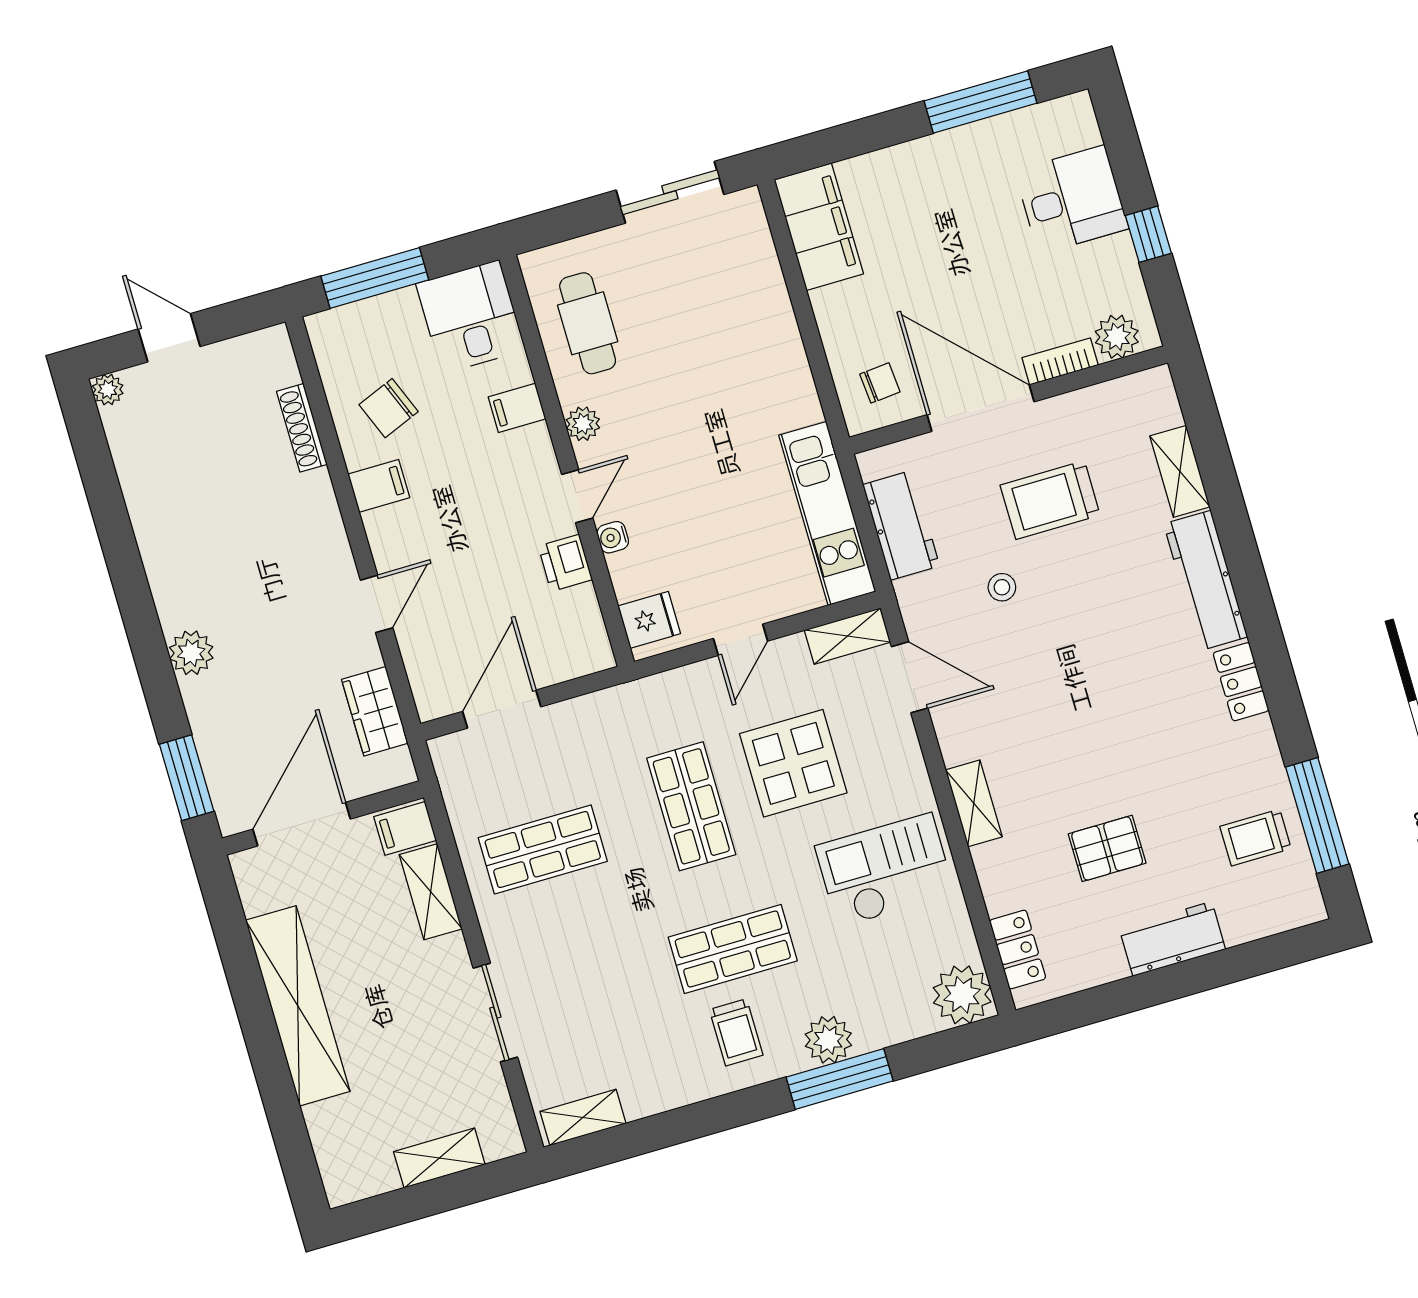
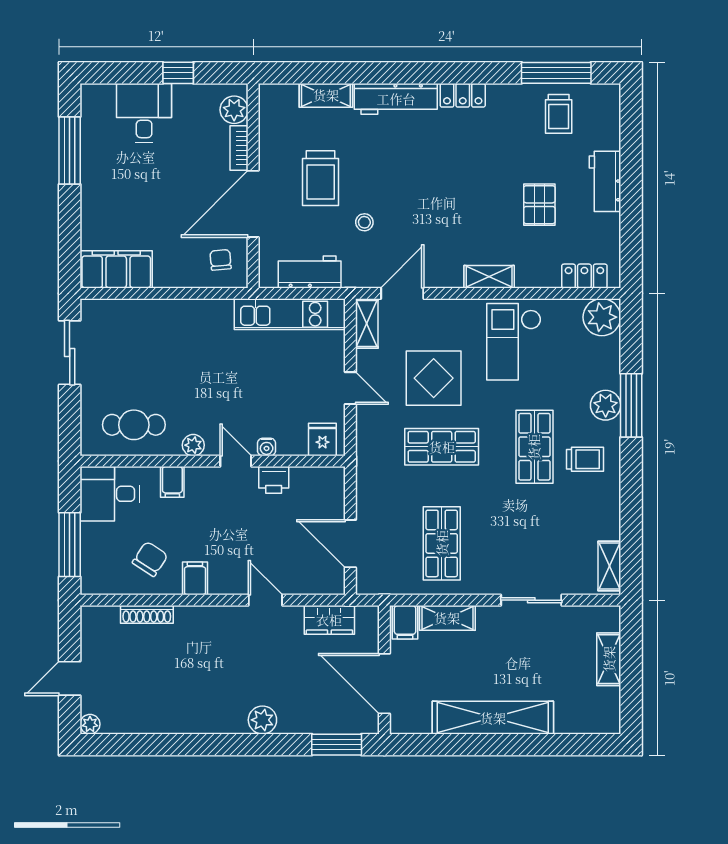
chair: (389, 408) -> (150, 559), turned -125

